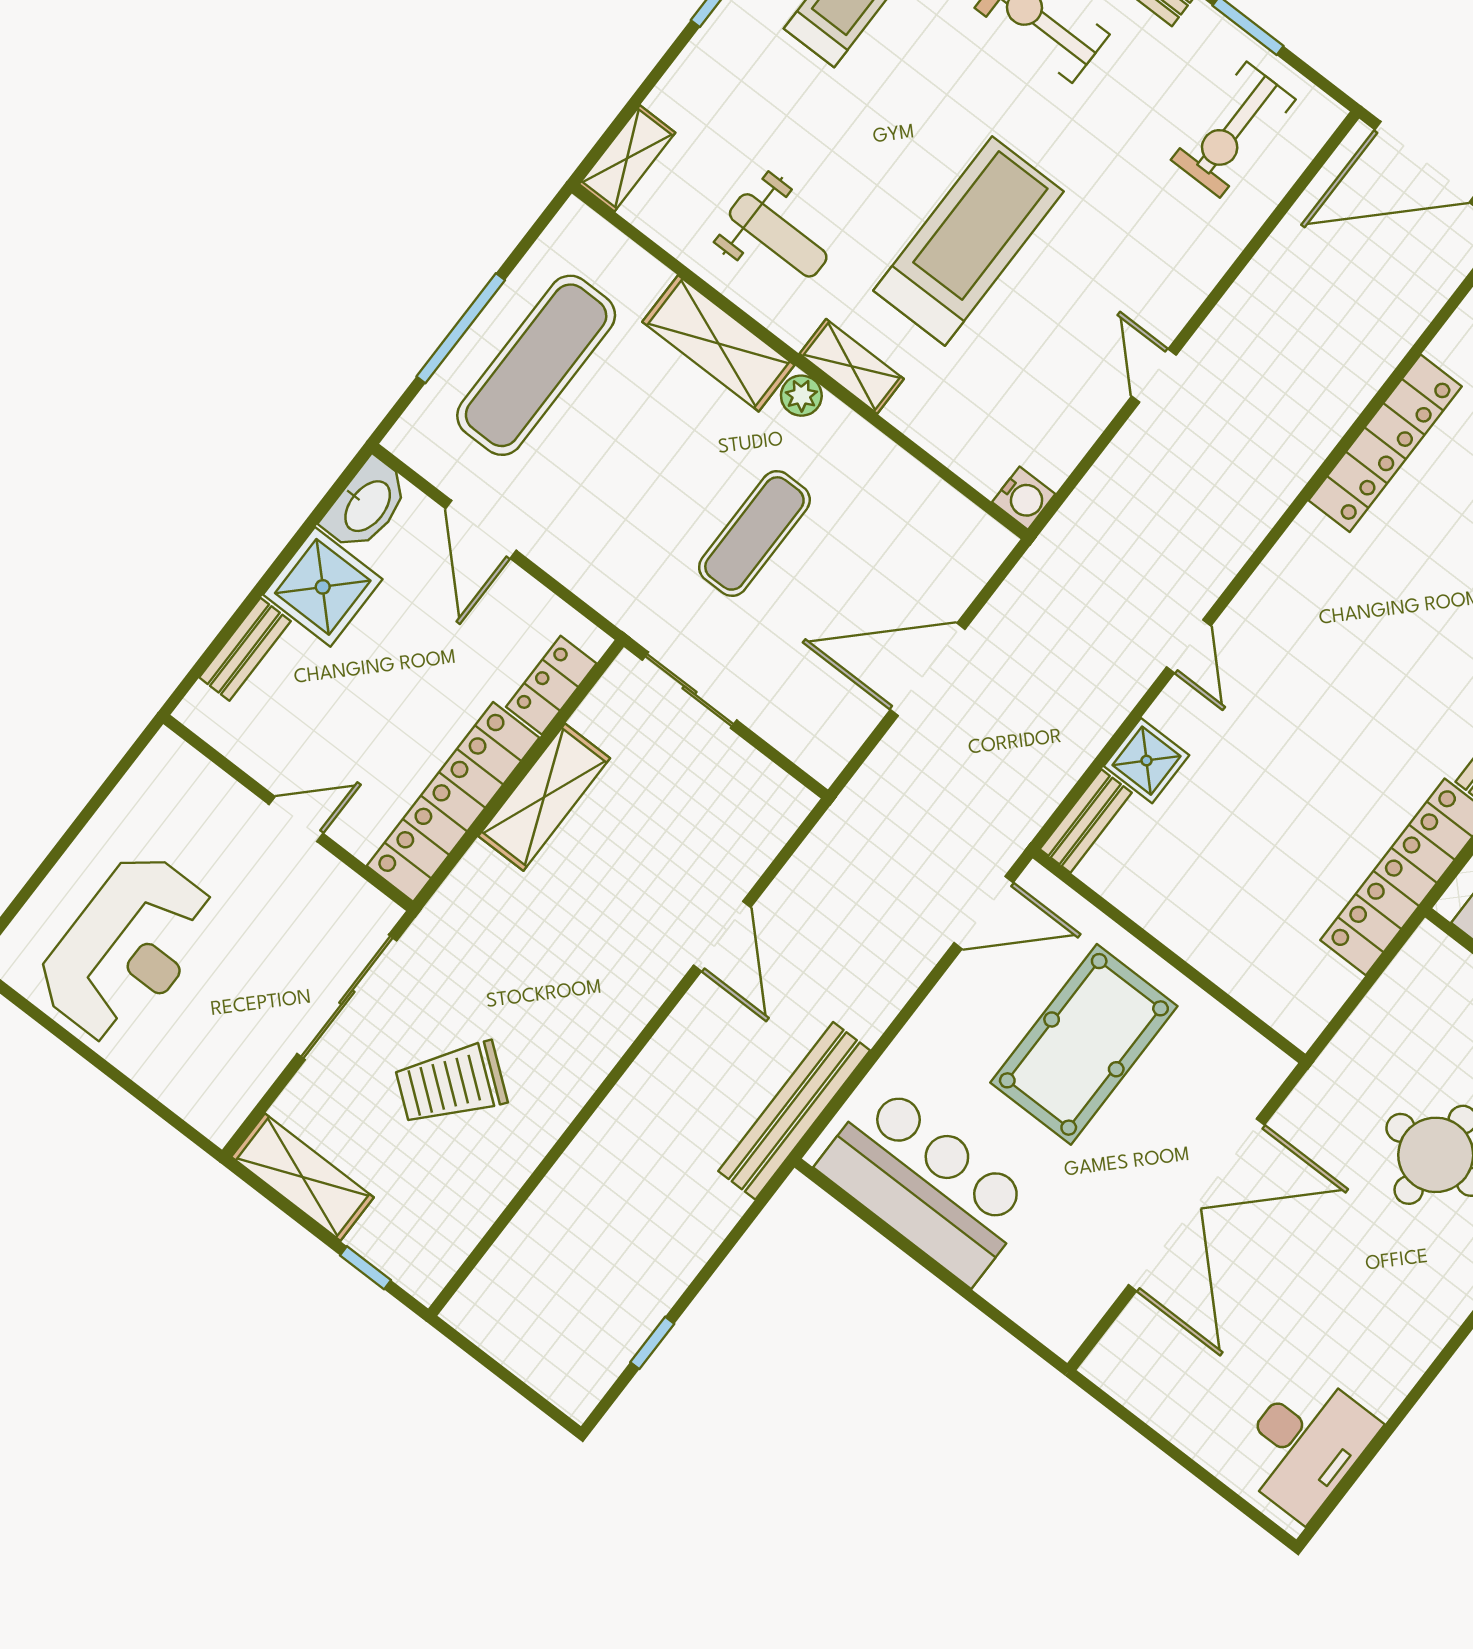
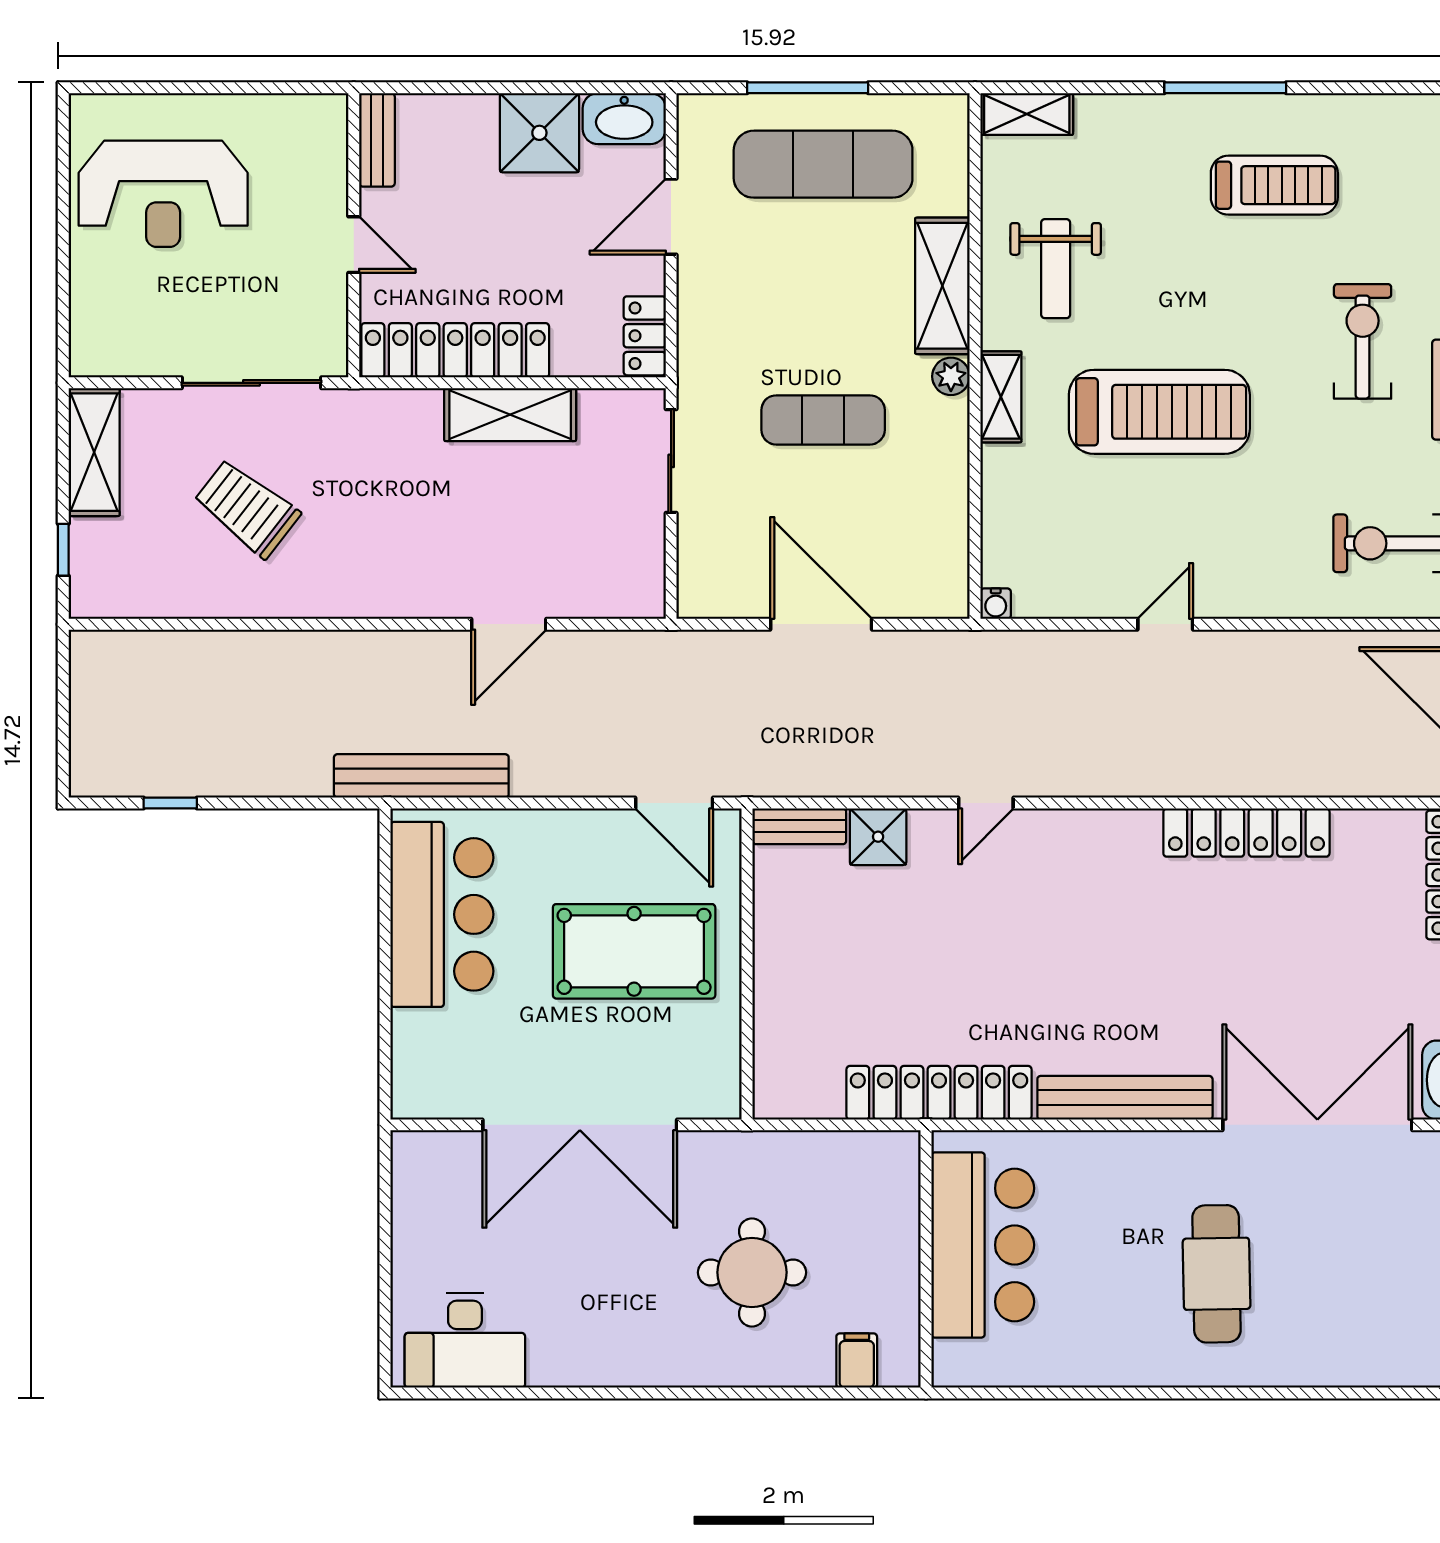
water cooler: (1024, 498) -> (996, 604), width x0.72, depth x0.72
bench: (245, 649) -> (377, 140), moved, turned 90
locker: (551, 685) -> (645, 336), moved, turned -90

